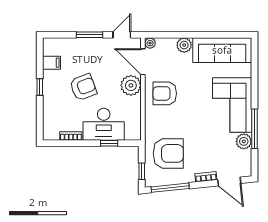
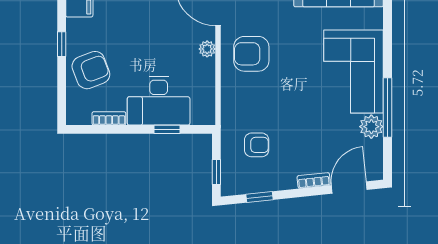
plant: (131, 85) -> (207, 49), width x0.53, depth x0.53
armchair: (83, 87) -> (91, 70), moved
armchair: (168, 153) -> (257, 145), width x0.53, depth x0.53
door: (229, 181) -> (349, 187), swing flipped
window: (170, 188) -> (259, 197), width x0.46

